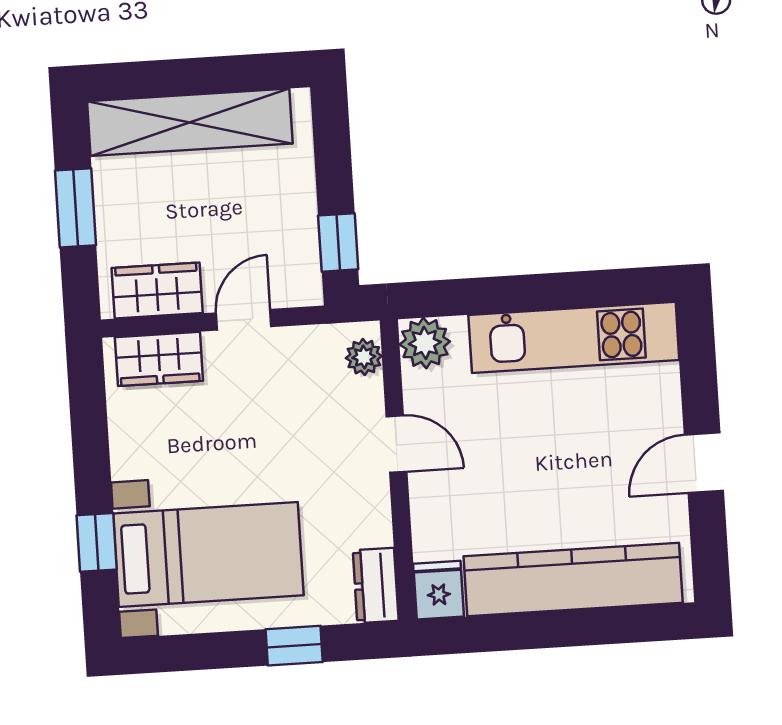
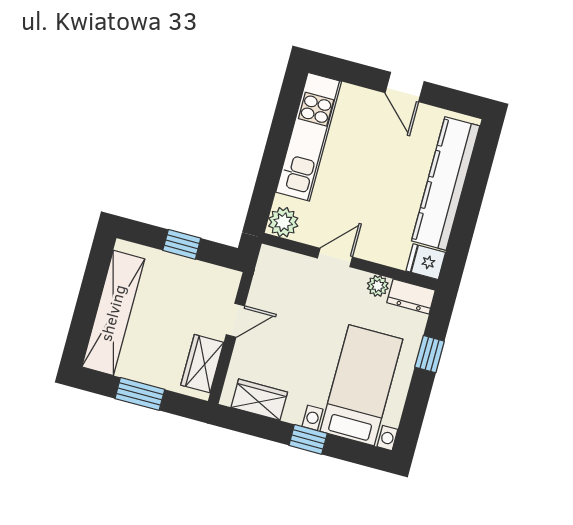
window: (338, 242) -> (182, 244), moved
door: (244, 320) -> (235, 320), swing flipped
plant: (364, 357) -> (378, 286), moved
wardrobe: (159, 359) -> (259, 400), moved, turned -90
window: (97, 542) -> (308, 439), moved

